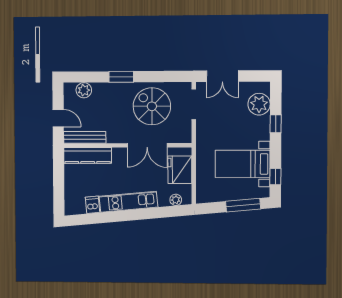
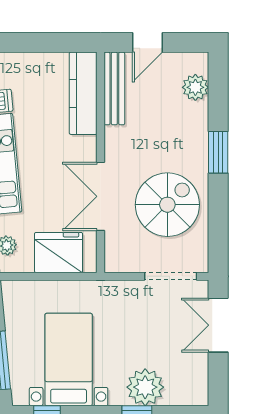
plant: (259, 104) -> (145, 387), moved

